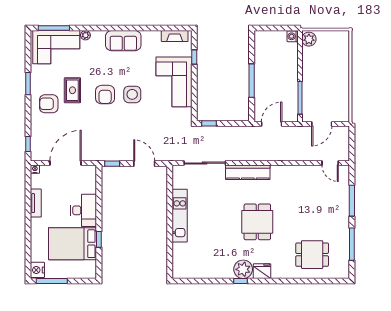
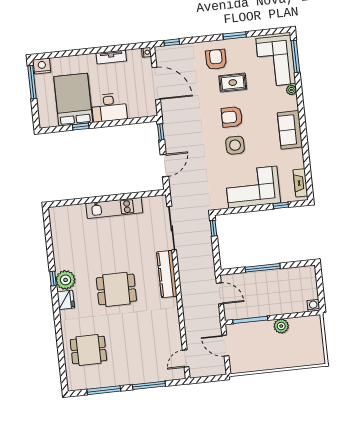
plant: (309, 39) -> (281, 326), moved
dining table: (312, 255) -> (88, 350), turned 90

